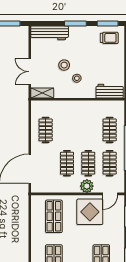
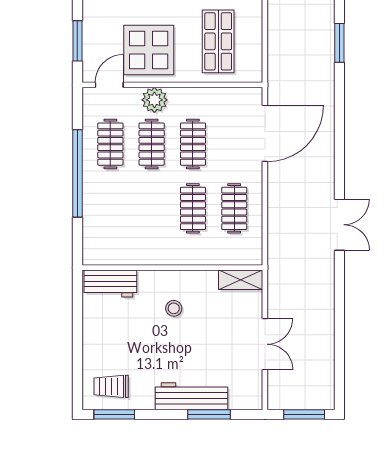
window: (75, 23) -> (209, 414), moved
workbench: (50, 33) -> (192, 396), moved
stool: (64, 65) -> (198, 334), removed
double door: (30, 72) -> (265, 344), moved
clothes rail: (110, 130) -> (193, 208), moved

